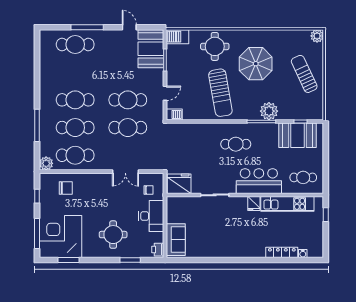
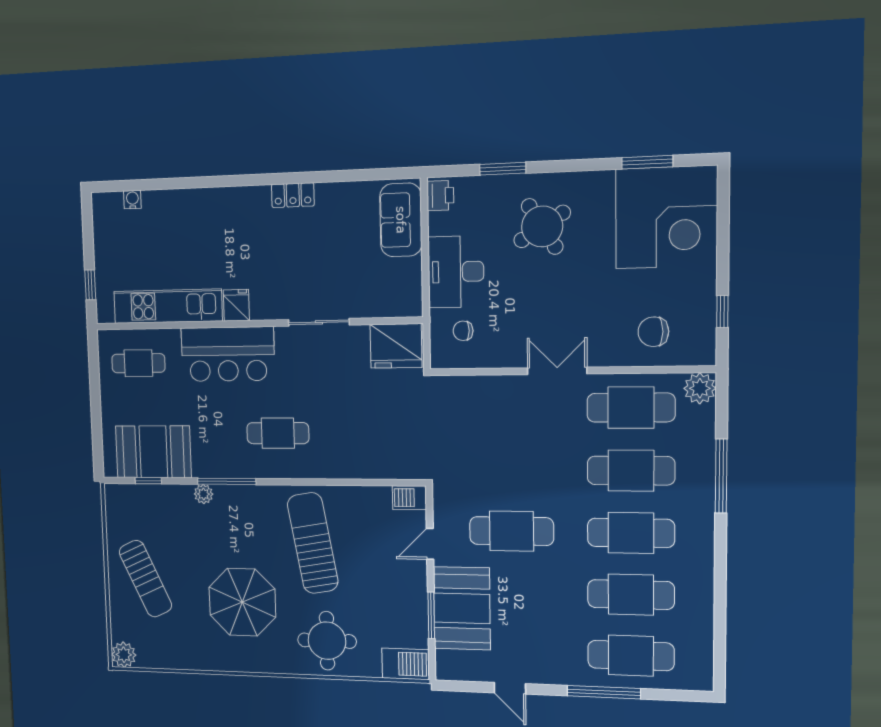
booth: (151, 49) -> (462, 608), moved
plant: (269, 111) -> (204, 494), width x0.53, depth x0.53
cafe table: (128, 128) -> (631, 595), moved
double door: (125, 172) -> (557, 371), moved
window: (37, 234) -> (723, 223), removed
round table: (113, 235) -> (542, 226), turned -32
locker: (282, 252) -> (293, 195), moved, width x0.66

